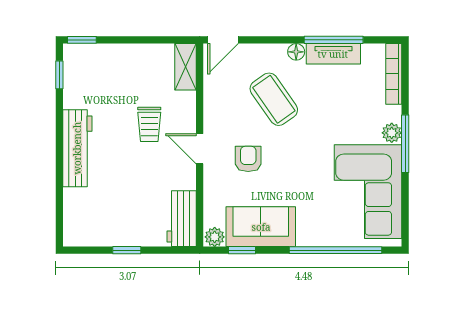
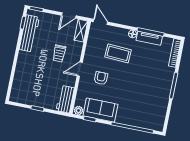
door: (153, 40) -> (69, 15), added
door: (223, 40) -> (100, 22), swing flipped
coffee table: (274, 99) -> (118, 53), turned -52
plant: (392, 133) -> (168, 79), removed
workbench: (77, 148) -> (29, 33), moved
door: (200, 149) -> (80, 69), hinge flipped
corner sofa: (368, 192) -> (152, 104), removed

